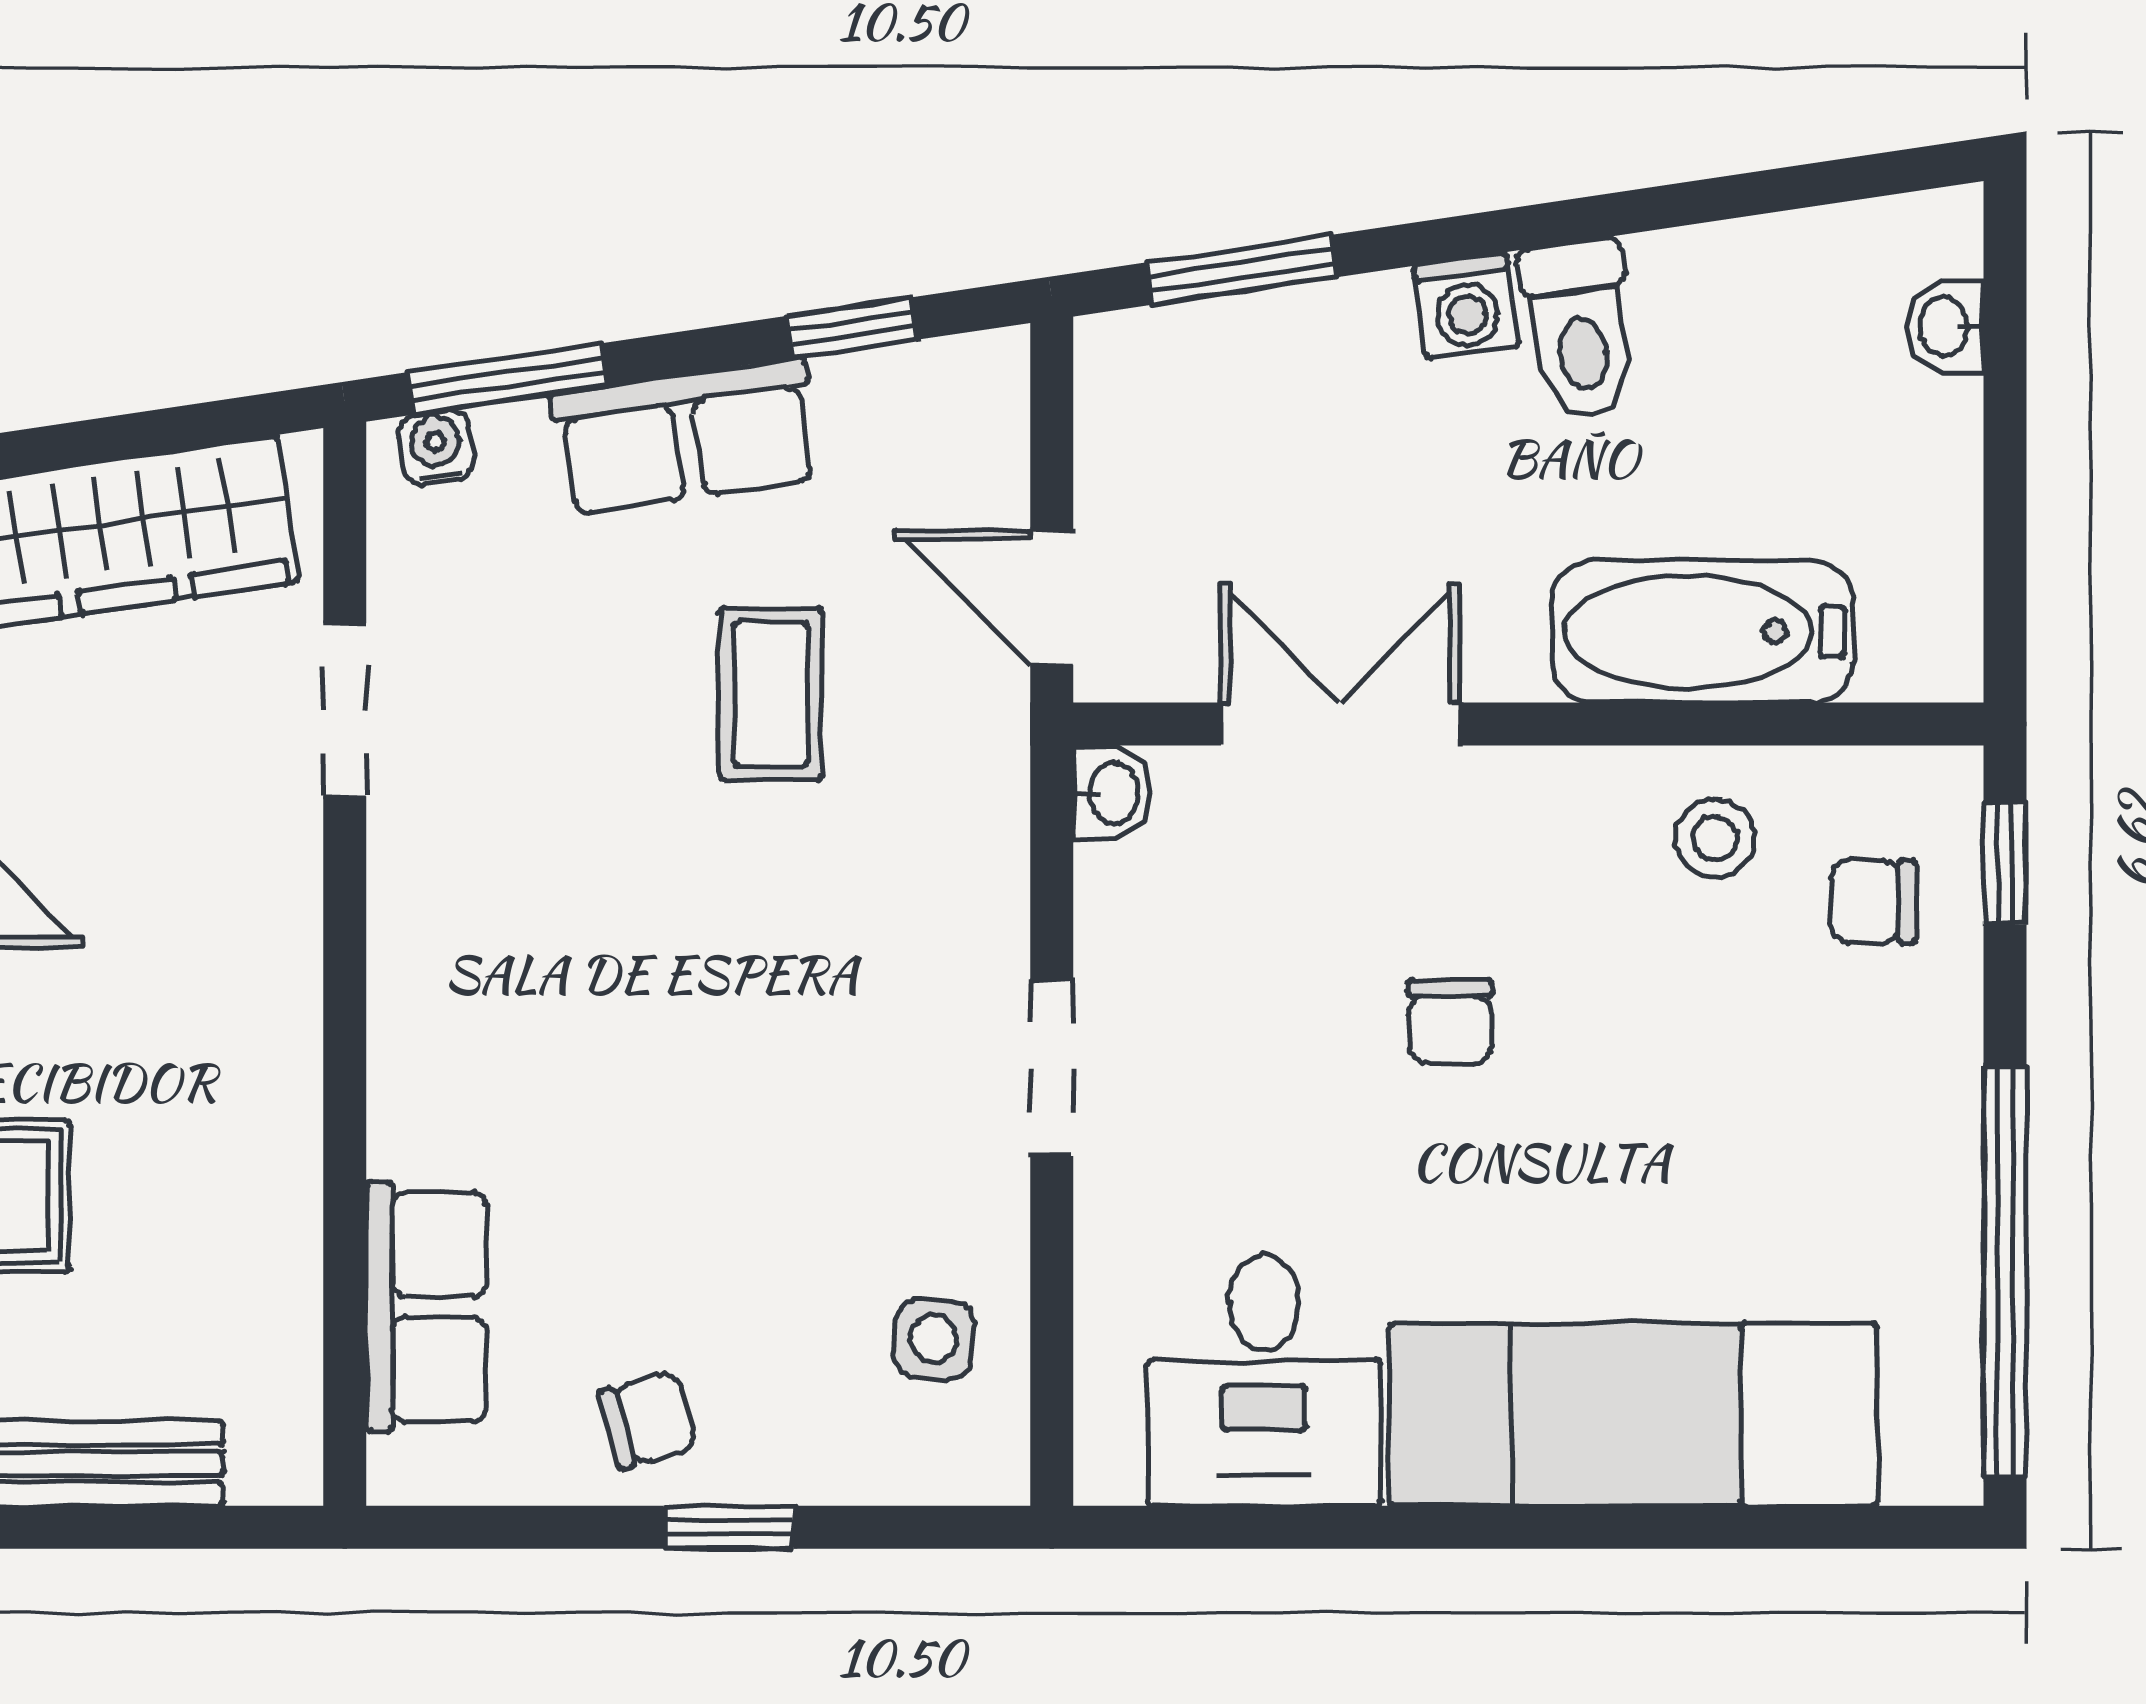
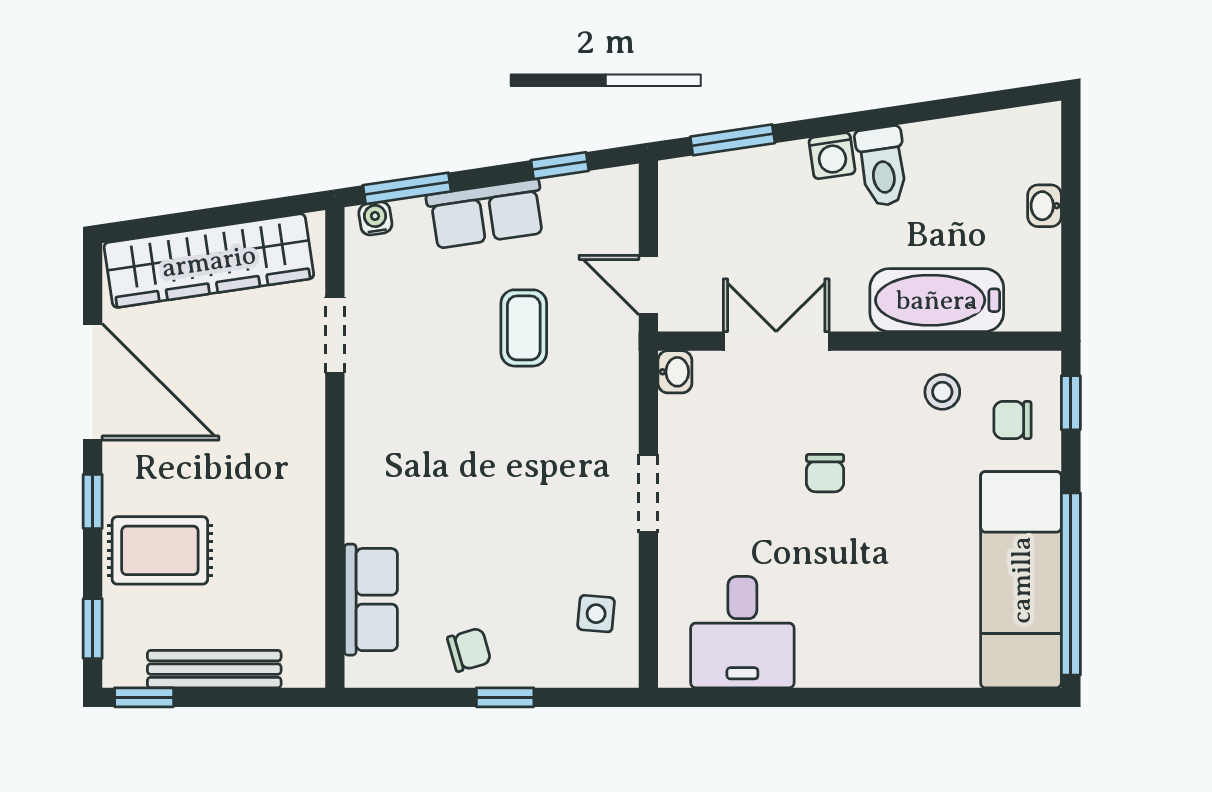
washbasin: (1946, 326) -> (1045, 206), moved
exam couch: (1633, 1415) -> (1021, 580), moved, turned -90

